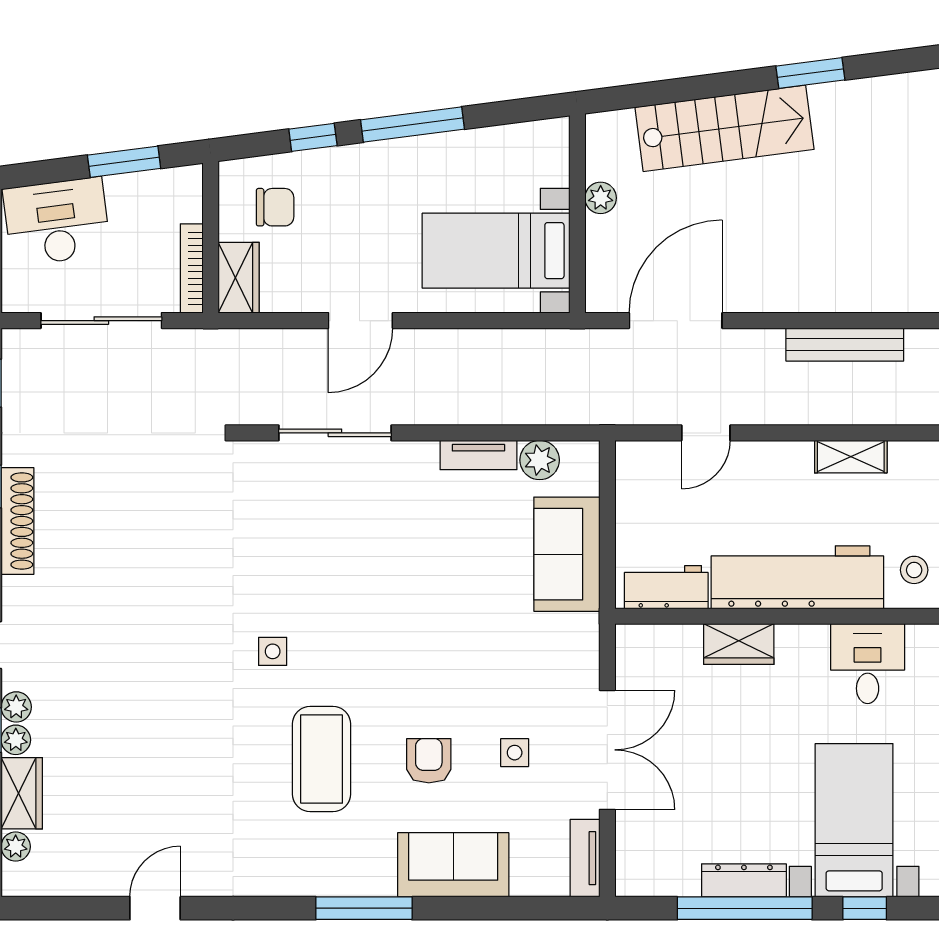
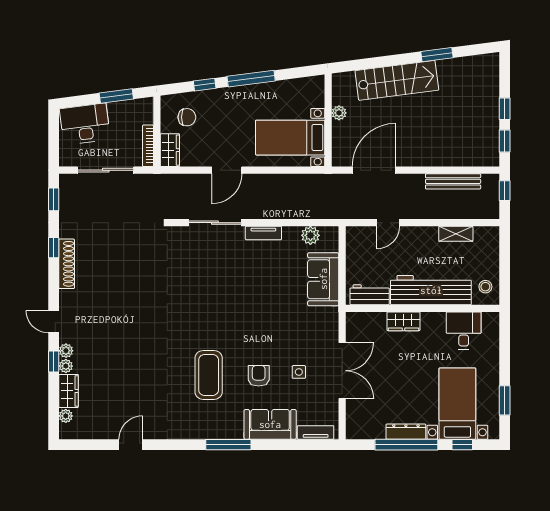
tv unit: (478, 455) -> (263, 233), moved
side table: (273, 651) -> (186, 325), removed
tv unit: (585, 858) -> (316, 432), moved, turned 90

